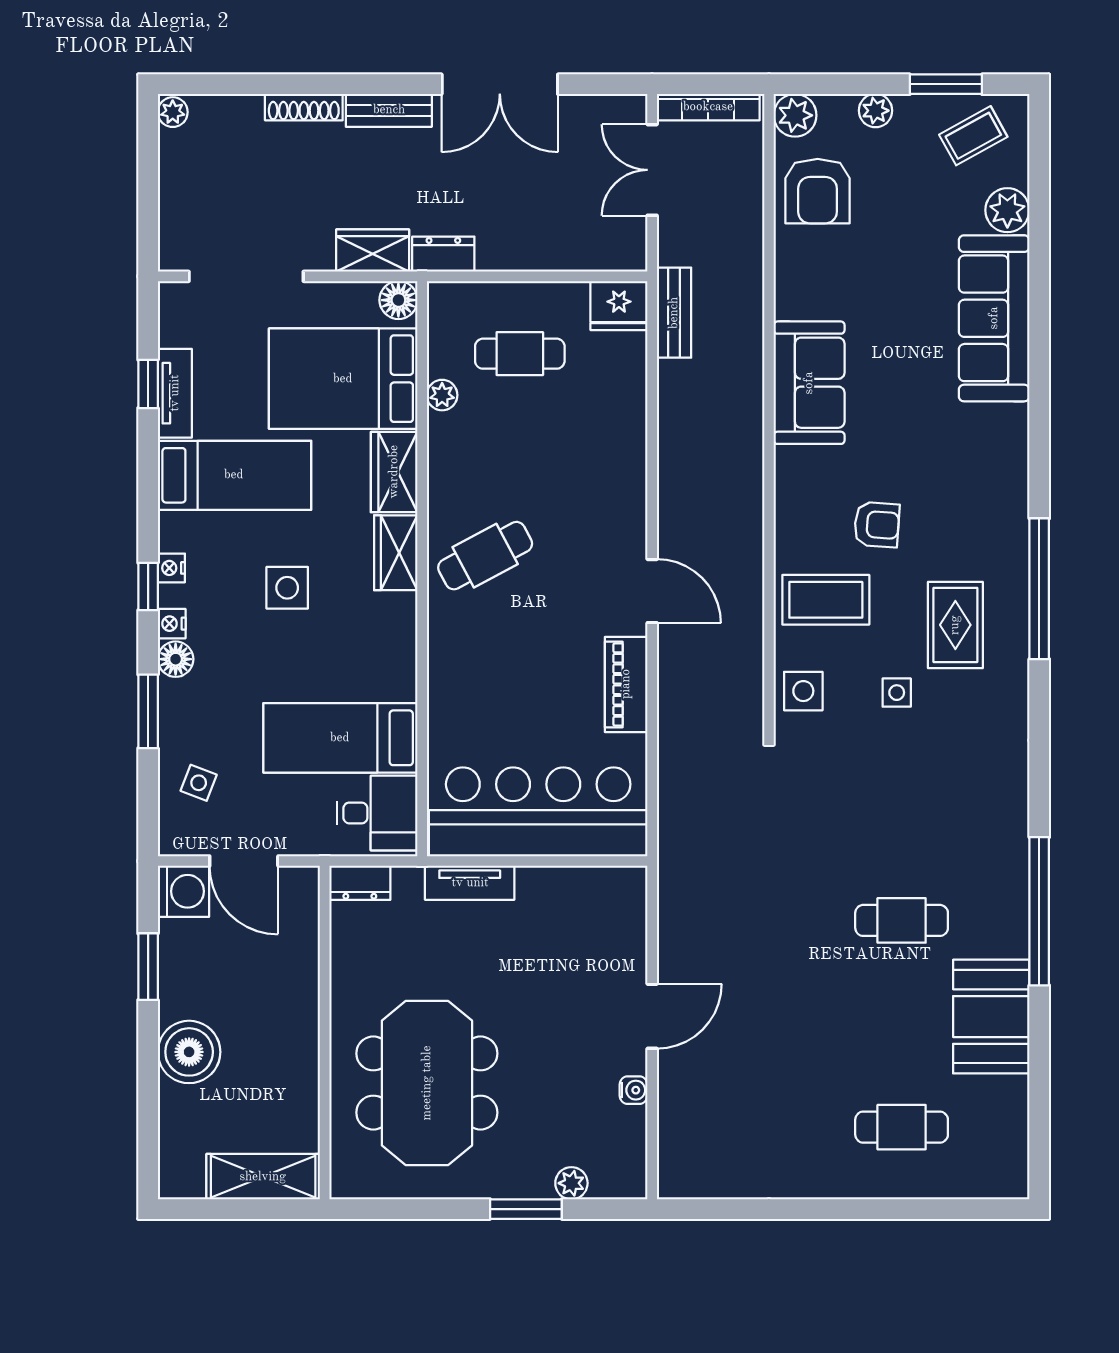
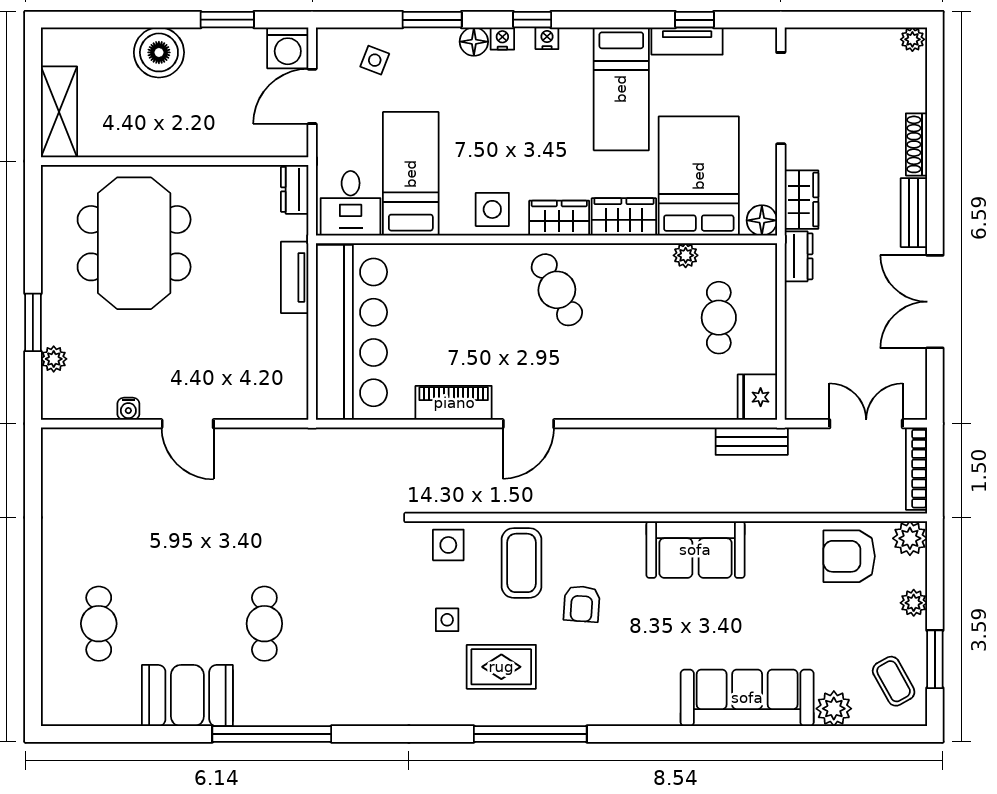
side table: (287, 588) -> (492, 209), moved
meeting table: (427, 1083) -> (134, 243), turned 90

